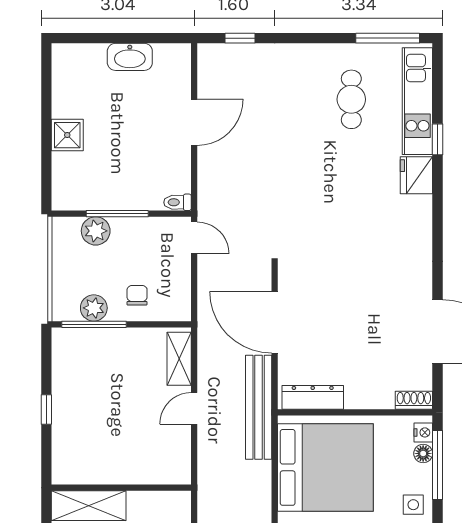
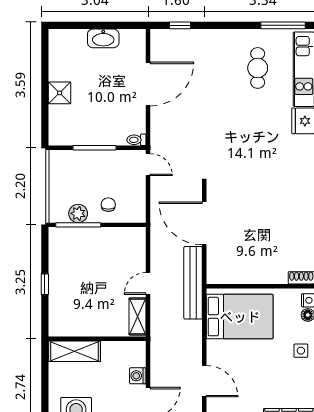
door: (194, 122) -> (148, 84), width x1.36
plant: (96, 231) -> (79, 160), removed
shelving: (179, 359) -> (138, 316), moved
dresser: (313, 397) -> (231, 276), removed
bed: (325, 467) -> (240, 317), width x0.73

